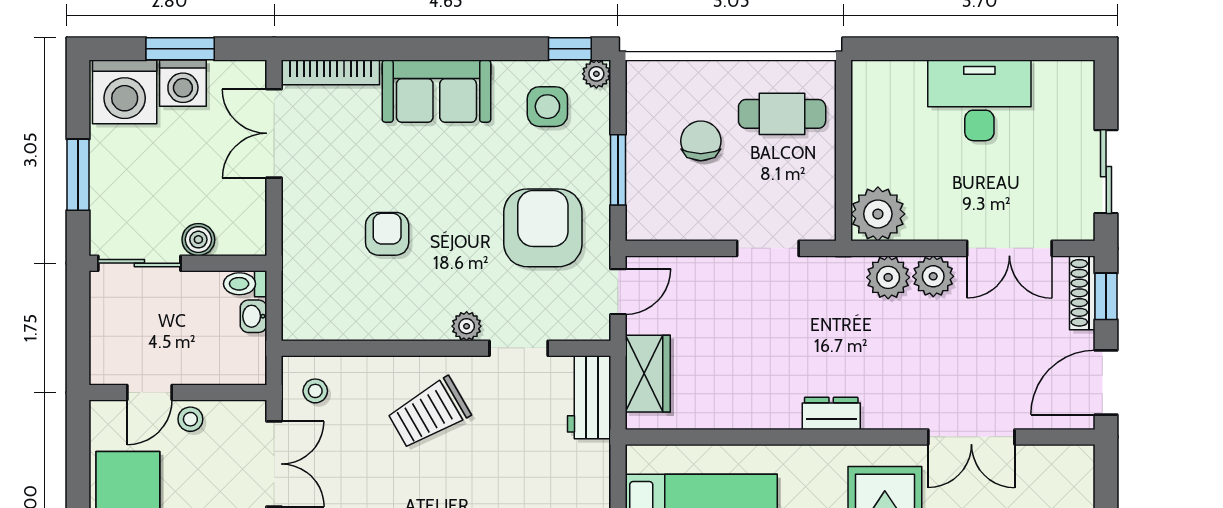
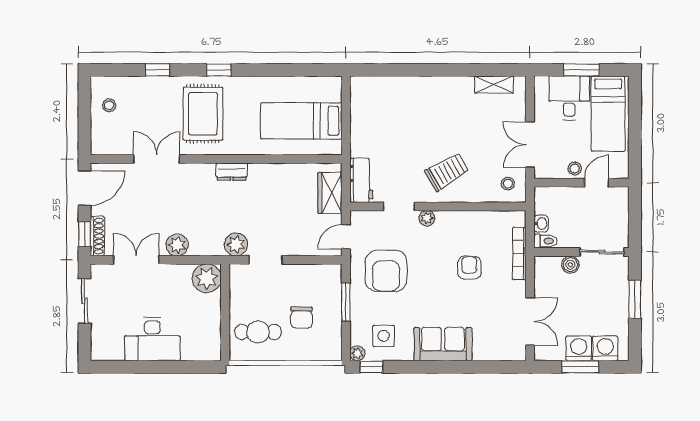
bookcase: (330, 72) -> (519, 253), moved, turned -90
washing machine: (125, 92) -> (605, 348), width x0.73, depth x0.73
armchair: (387, 234) -> (469, 268), turned 180
plant: (888, 277) -> (236, 244), moved

